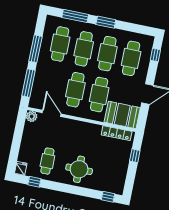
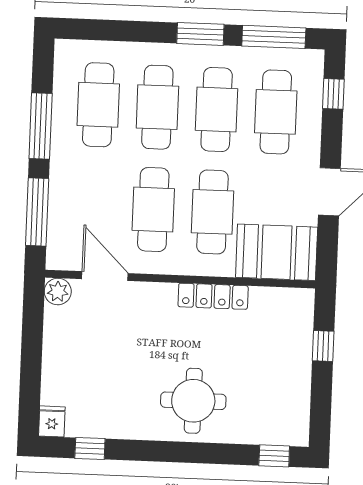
window: (75, 16) -> (274, 37), moved
locker: (117, 133) -> (213, 296), moved
cafe table: (47, 161) -> (113, 393), removed

